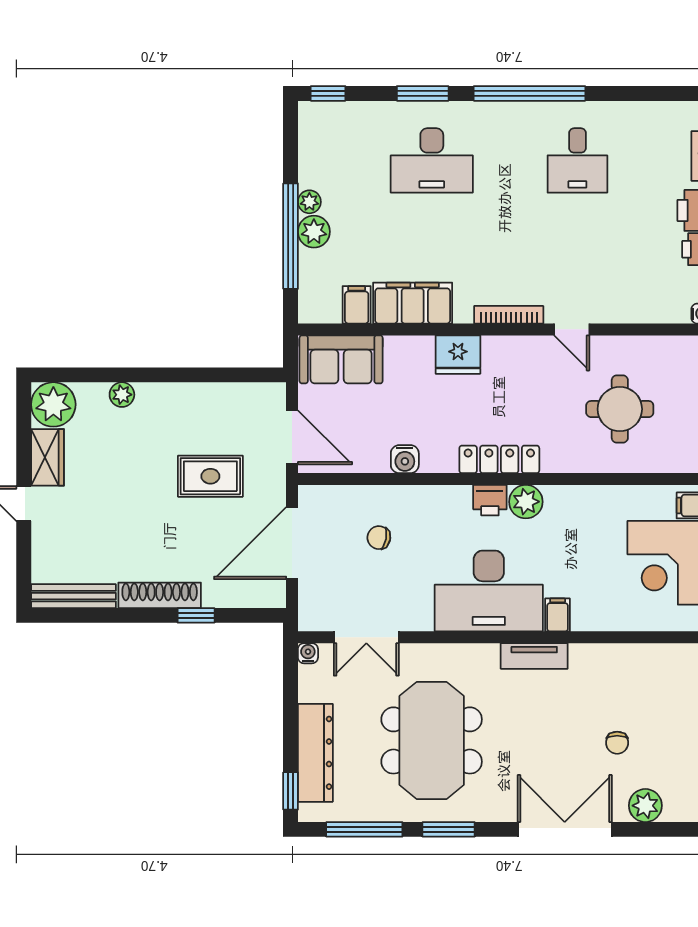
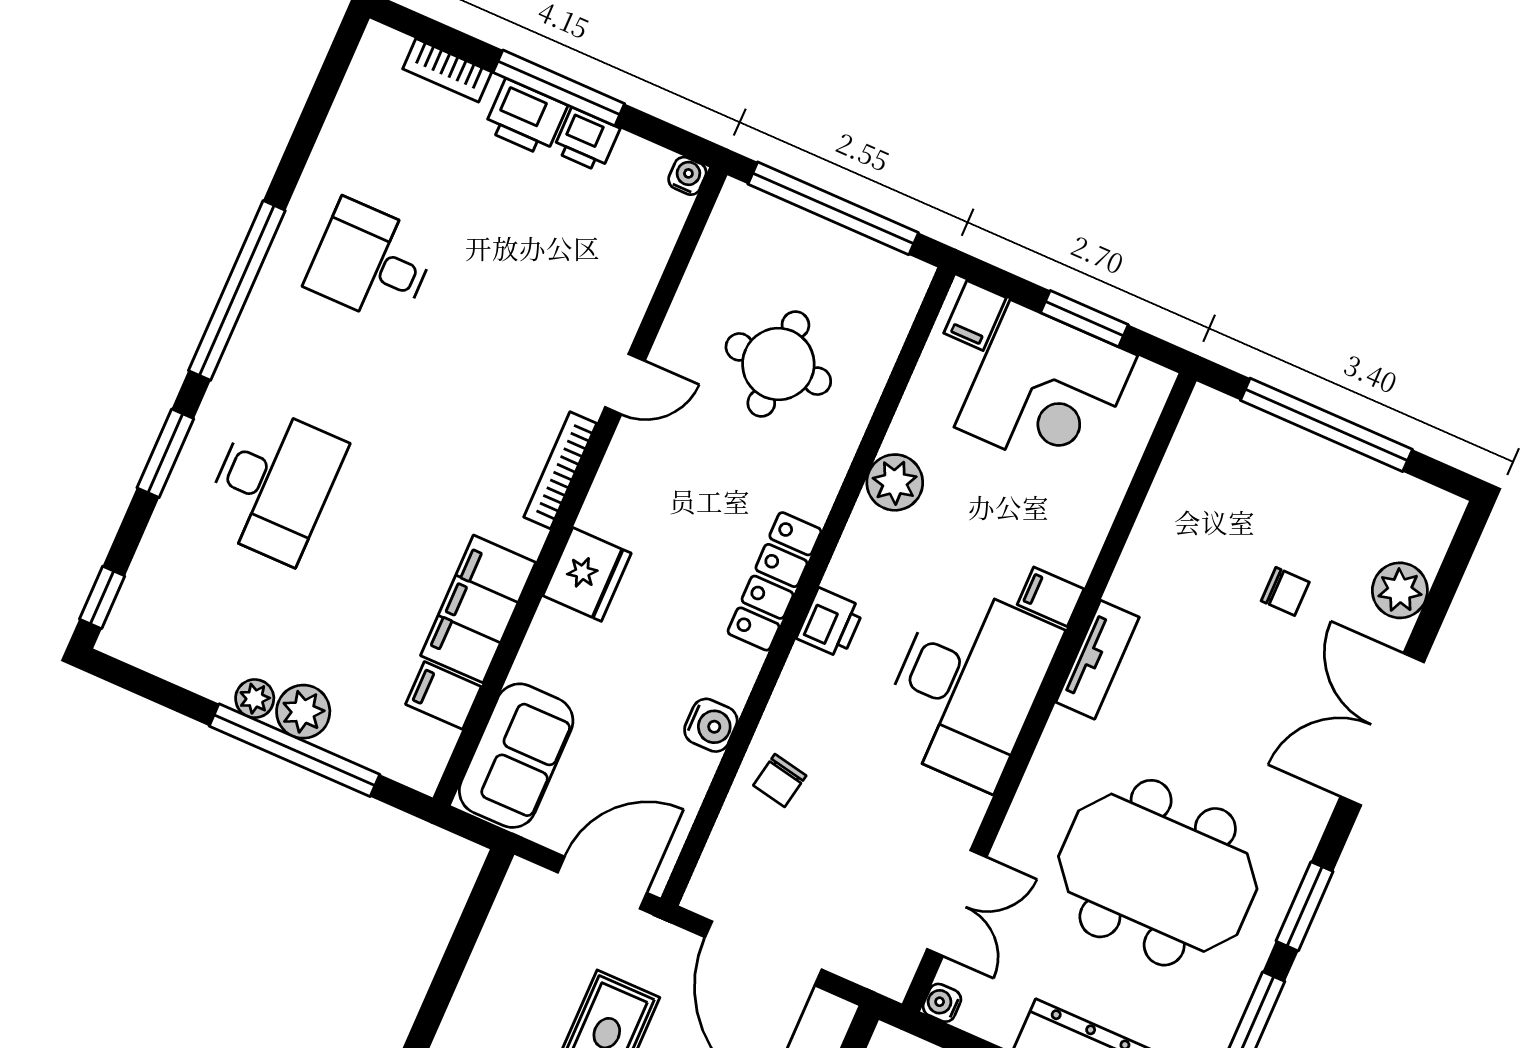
desk: (577, 160) -> (371, 262), turned 180
plant: (526, 502) -> (895, 482), moved
chair: (379, 538) -> (780, 781), moved

